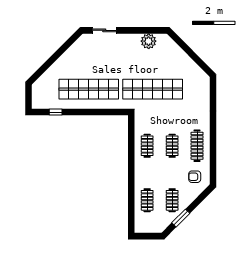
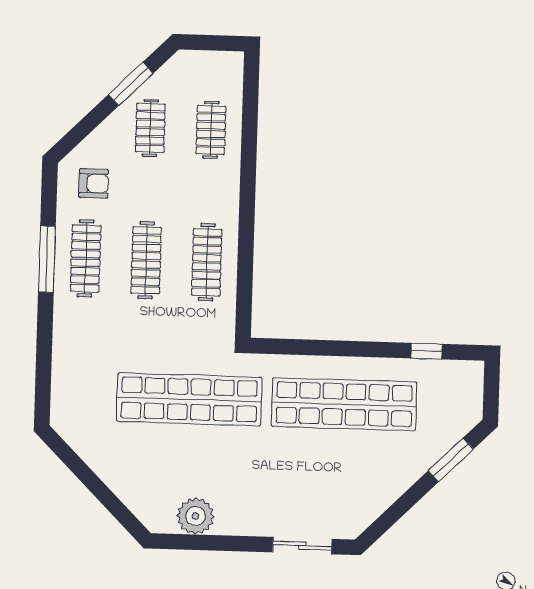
window: (44, 68) -> (451, 460), added
window: (213, 145) -> (47, 259), added
clothes rail: (147, 146) -> (207, 262), width x1.36
clothes rail: (172, 146) -> (146, 260), width x1.36

